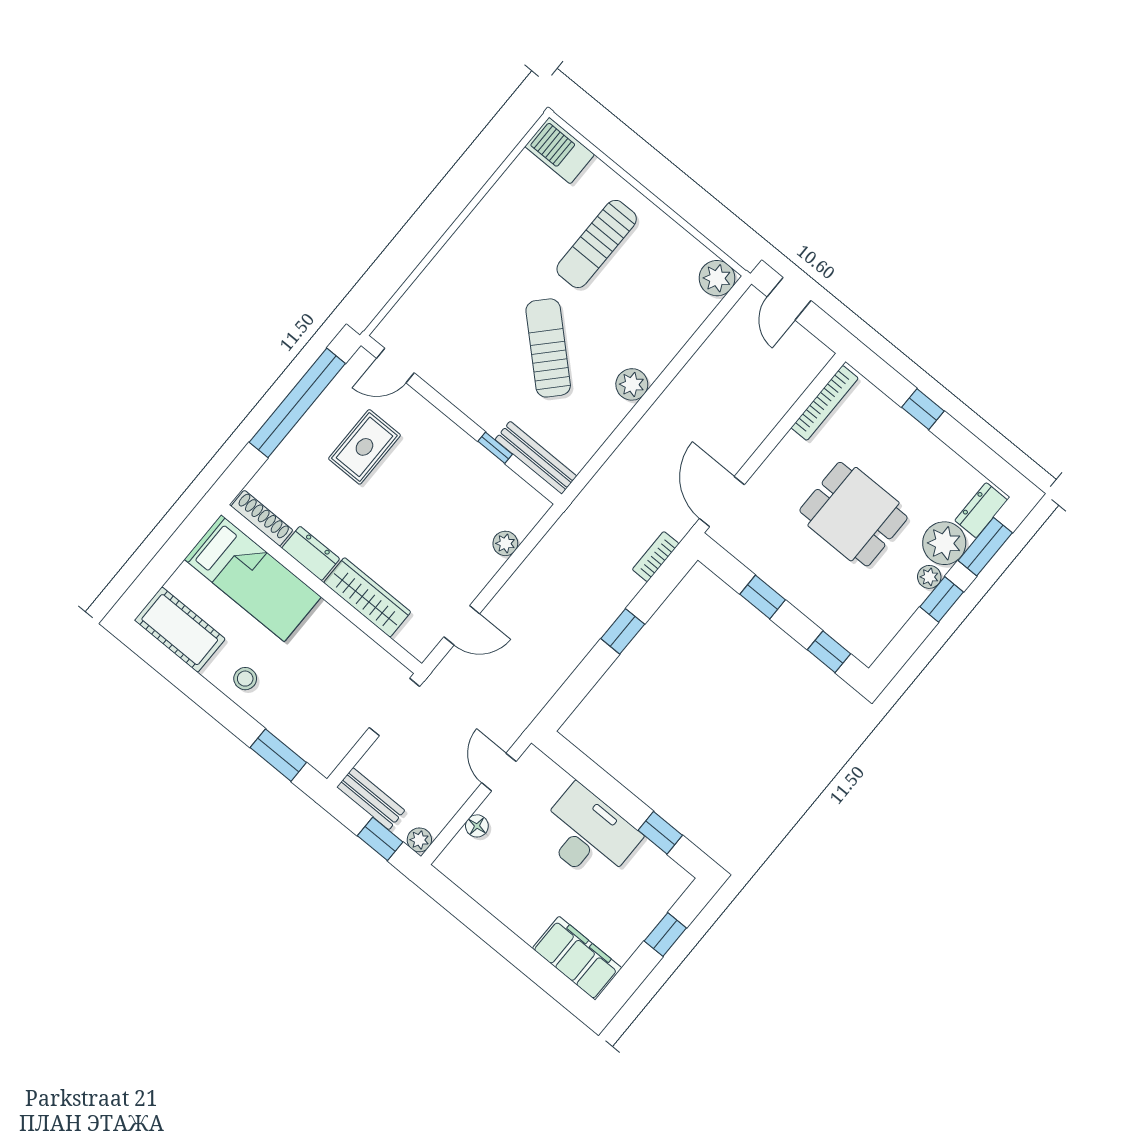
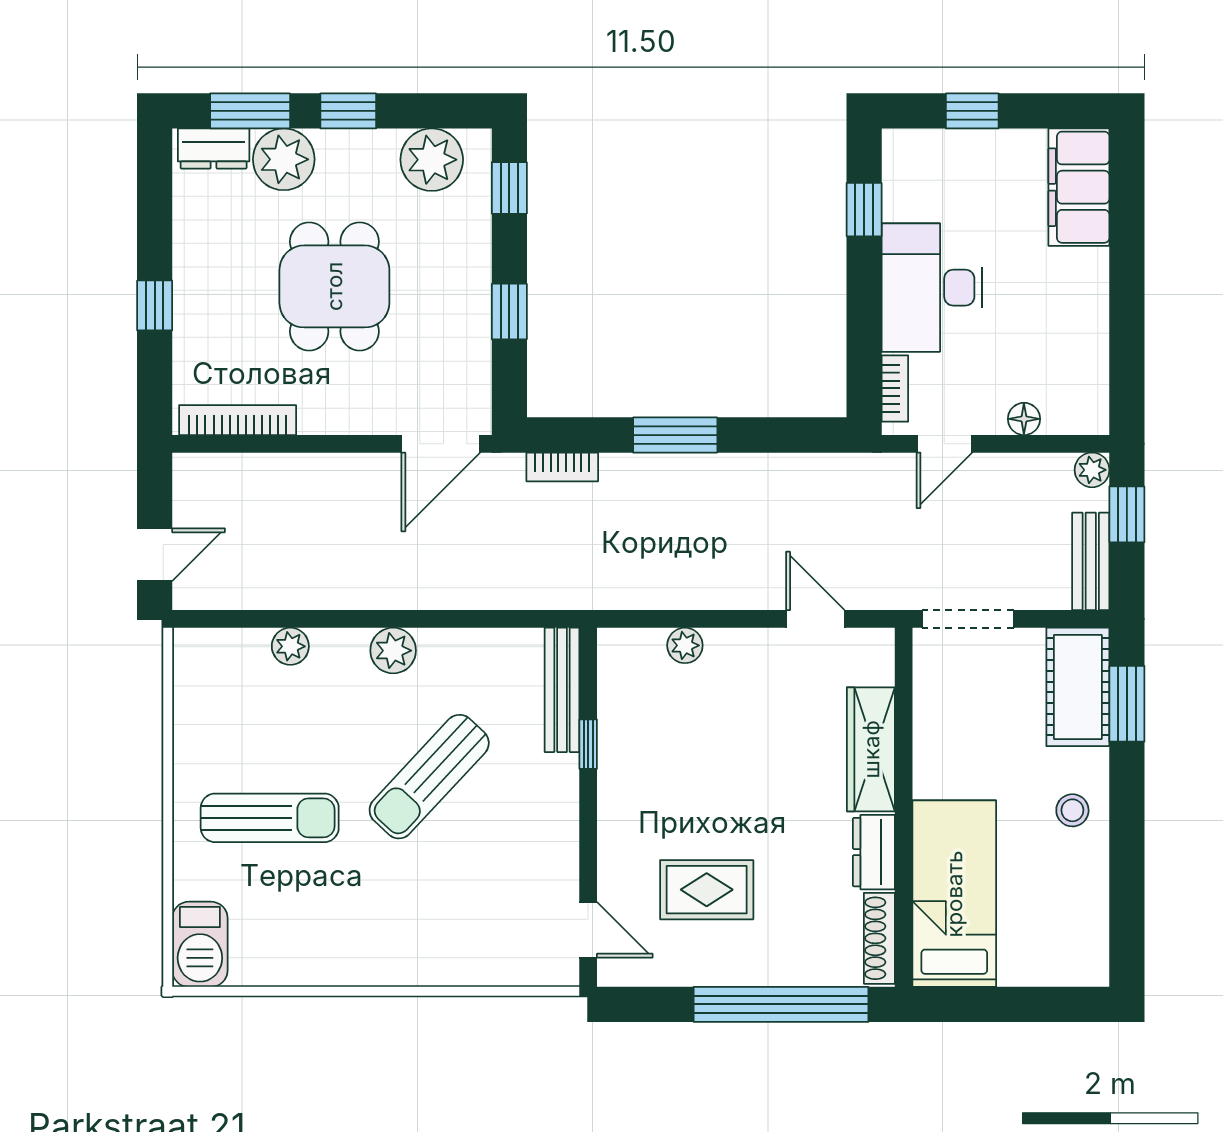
plant: (717, 278) -> (290, 646), moved, width x0.73, depth x0.73
window: (297, 403) -> (781, 1004), moved
plant: (929, 577) -> (432, 160), moved, width x1.88, depth x1.88
cot: (180, 630) -> (1078, 687), moved
window: (623, 631) -> (675, 435), width x1.50
bookcase: (550, 770) -> (895, 388), added

